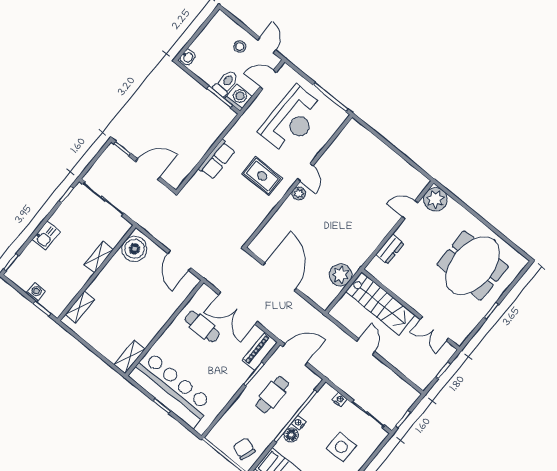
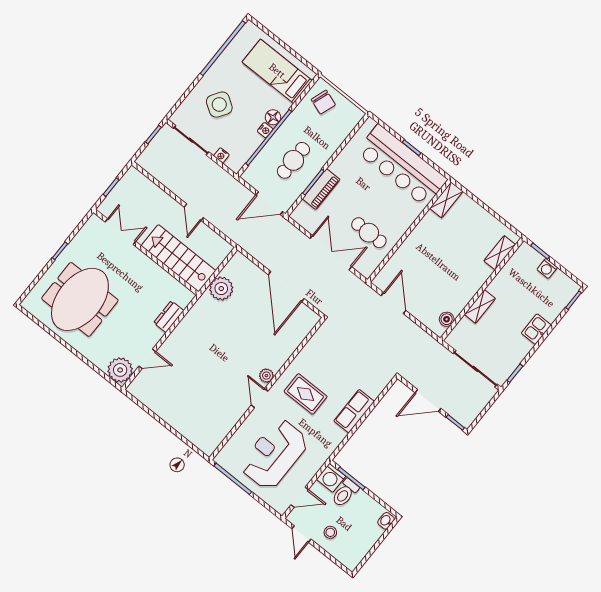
boiler: (134, 249) -> (447, 319), width x0.54, depth x0.54
piano: (260, 351) -> (321, 189), moved
side table: (341, 447) -> (219, 105), turned 33

